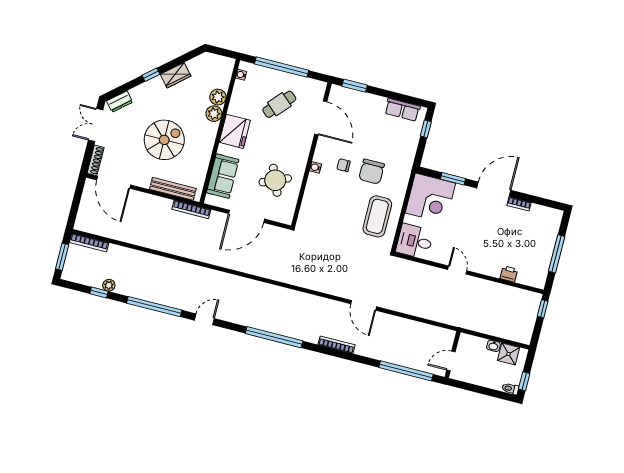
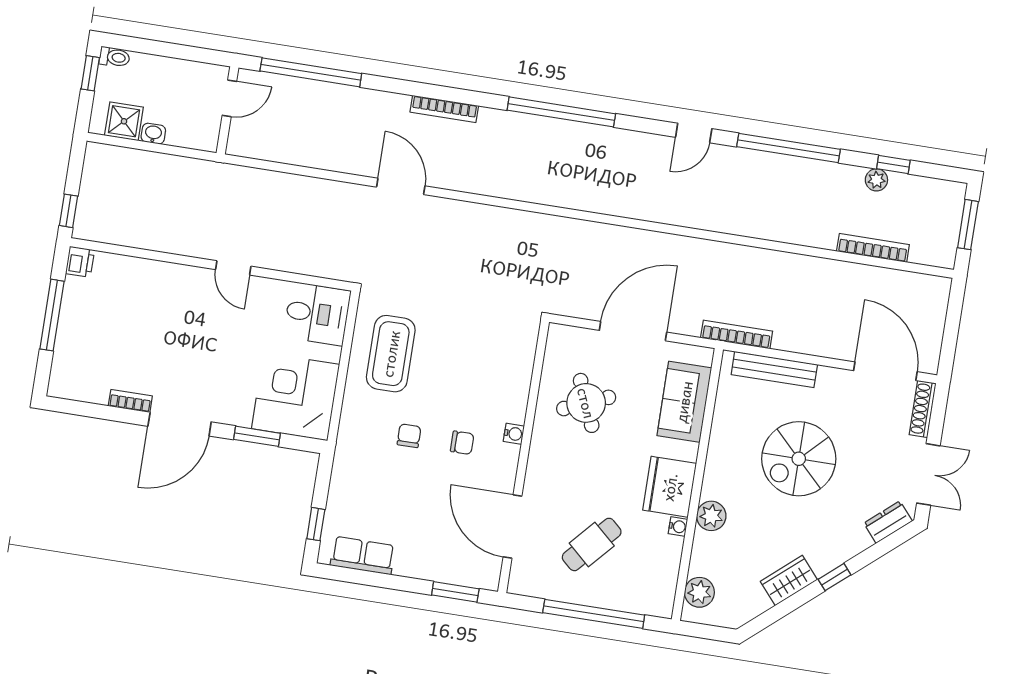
water cooler: (241, 75) -> (678, 527), moved
plant: (218, 97) -> (699, 592), moved
chair: (372, 172) -> (409, 436), width x0.54, depth x0.54
bookcase: (89, 243) -> (873, 248), moved
printer: (509, 274) -> (80, 262), moved, turned -90

